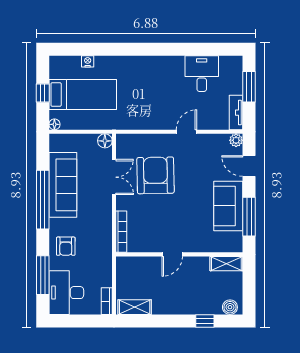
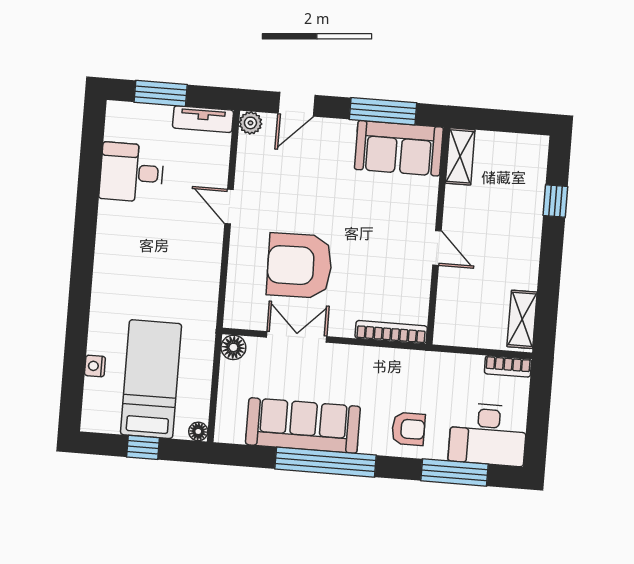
sofa: (228, 206) -> (399, 148), moved
boiler: (230, 307) -> (535, 156), removed

